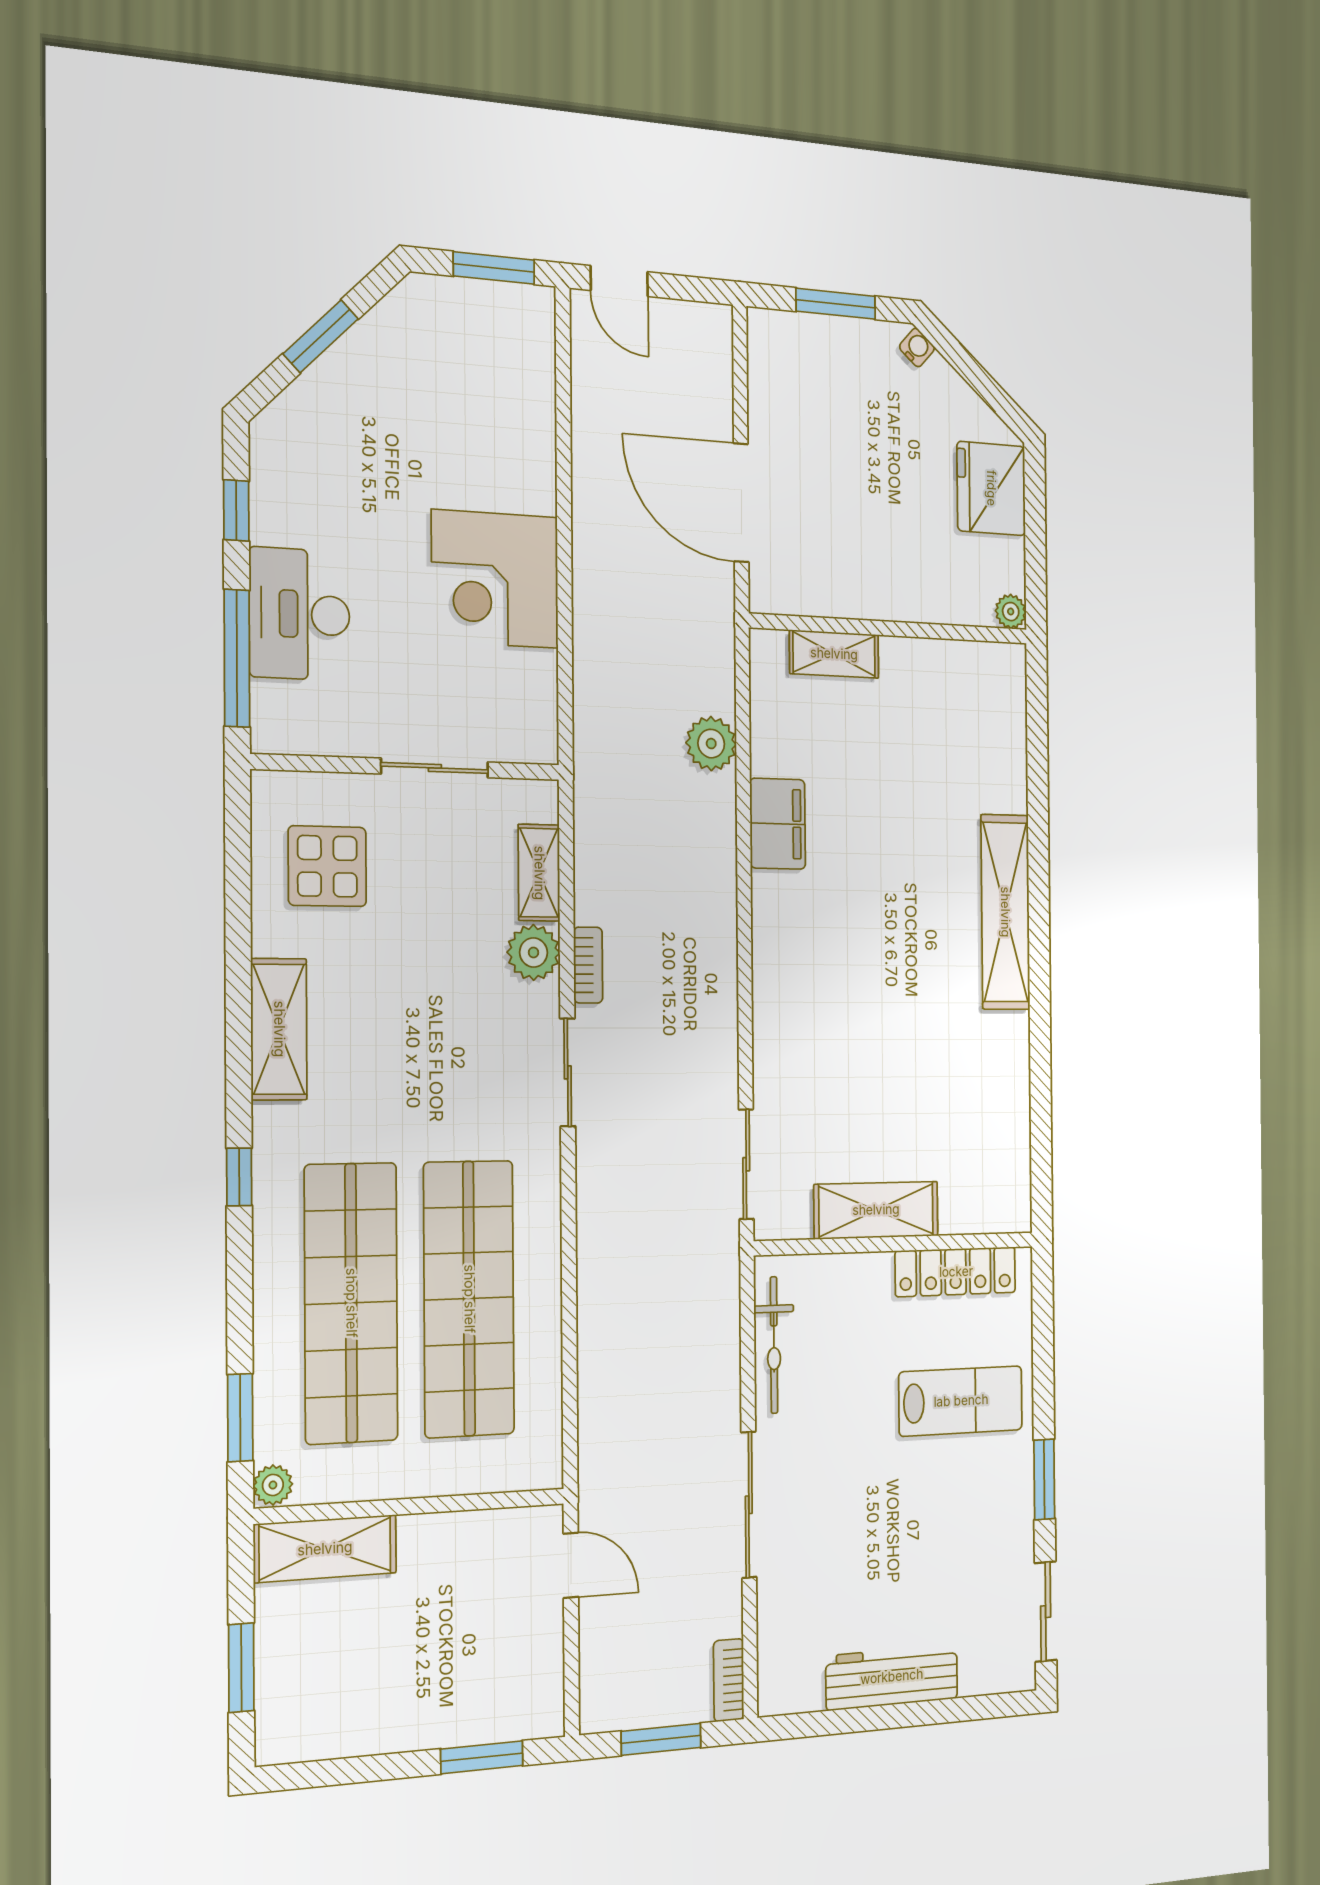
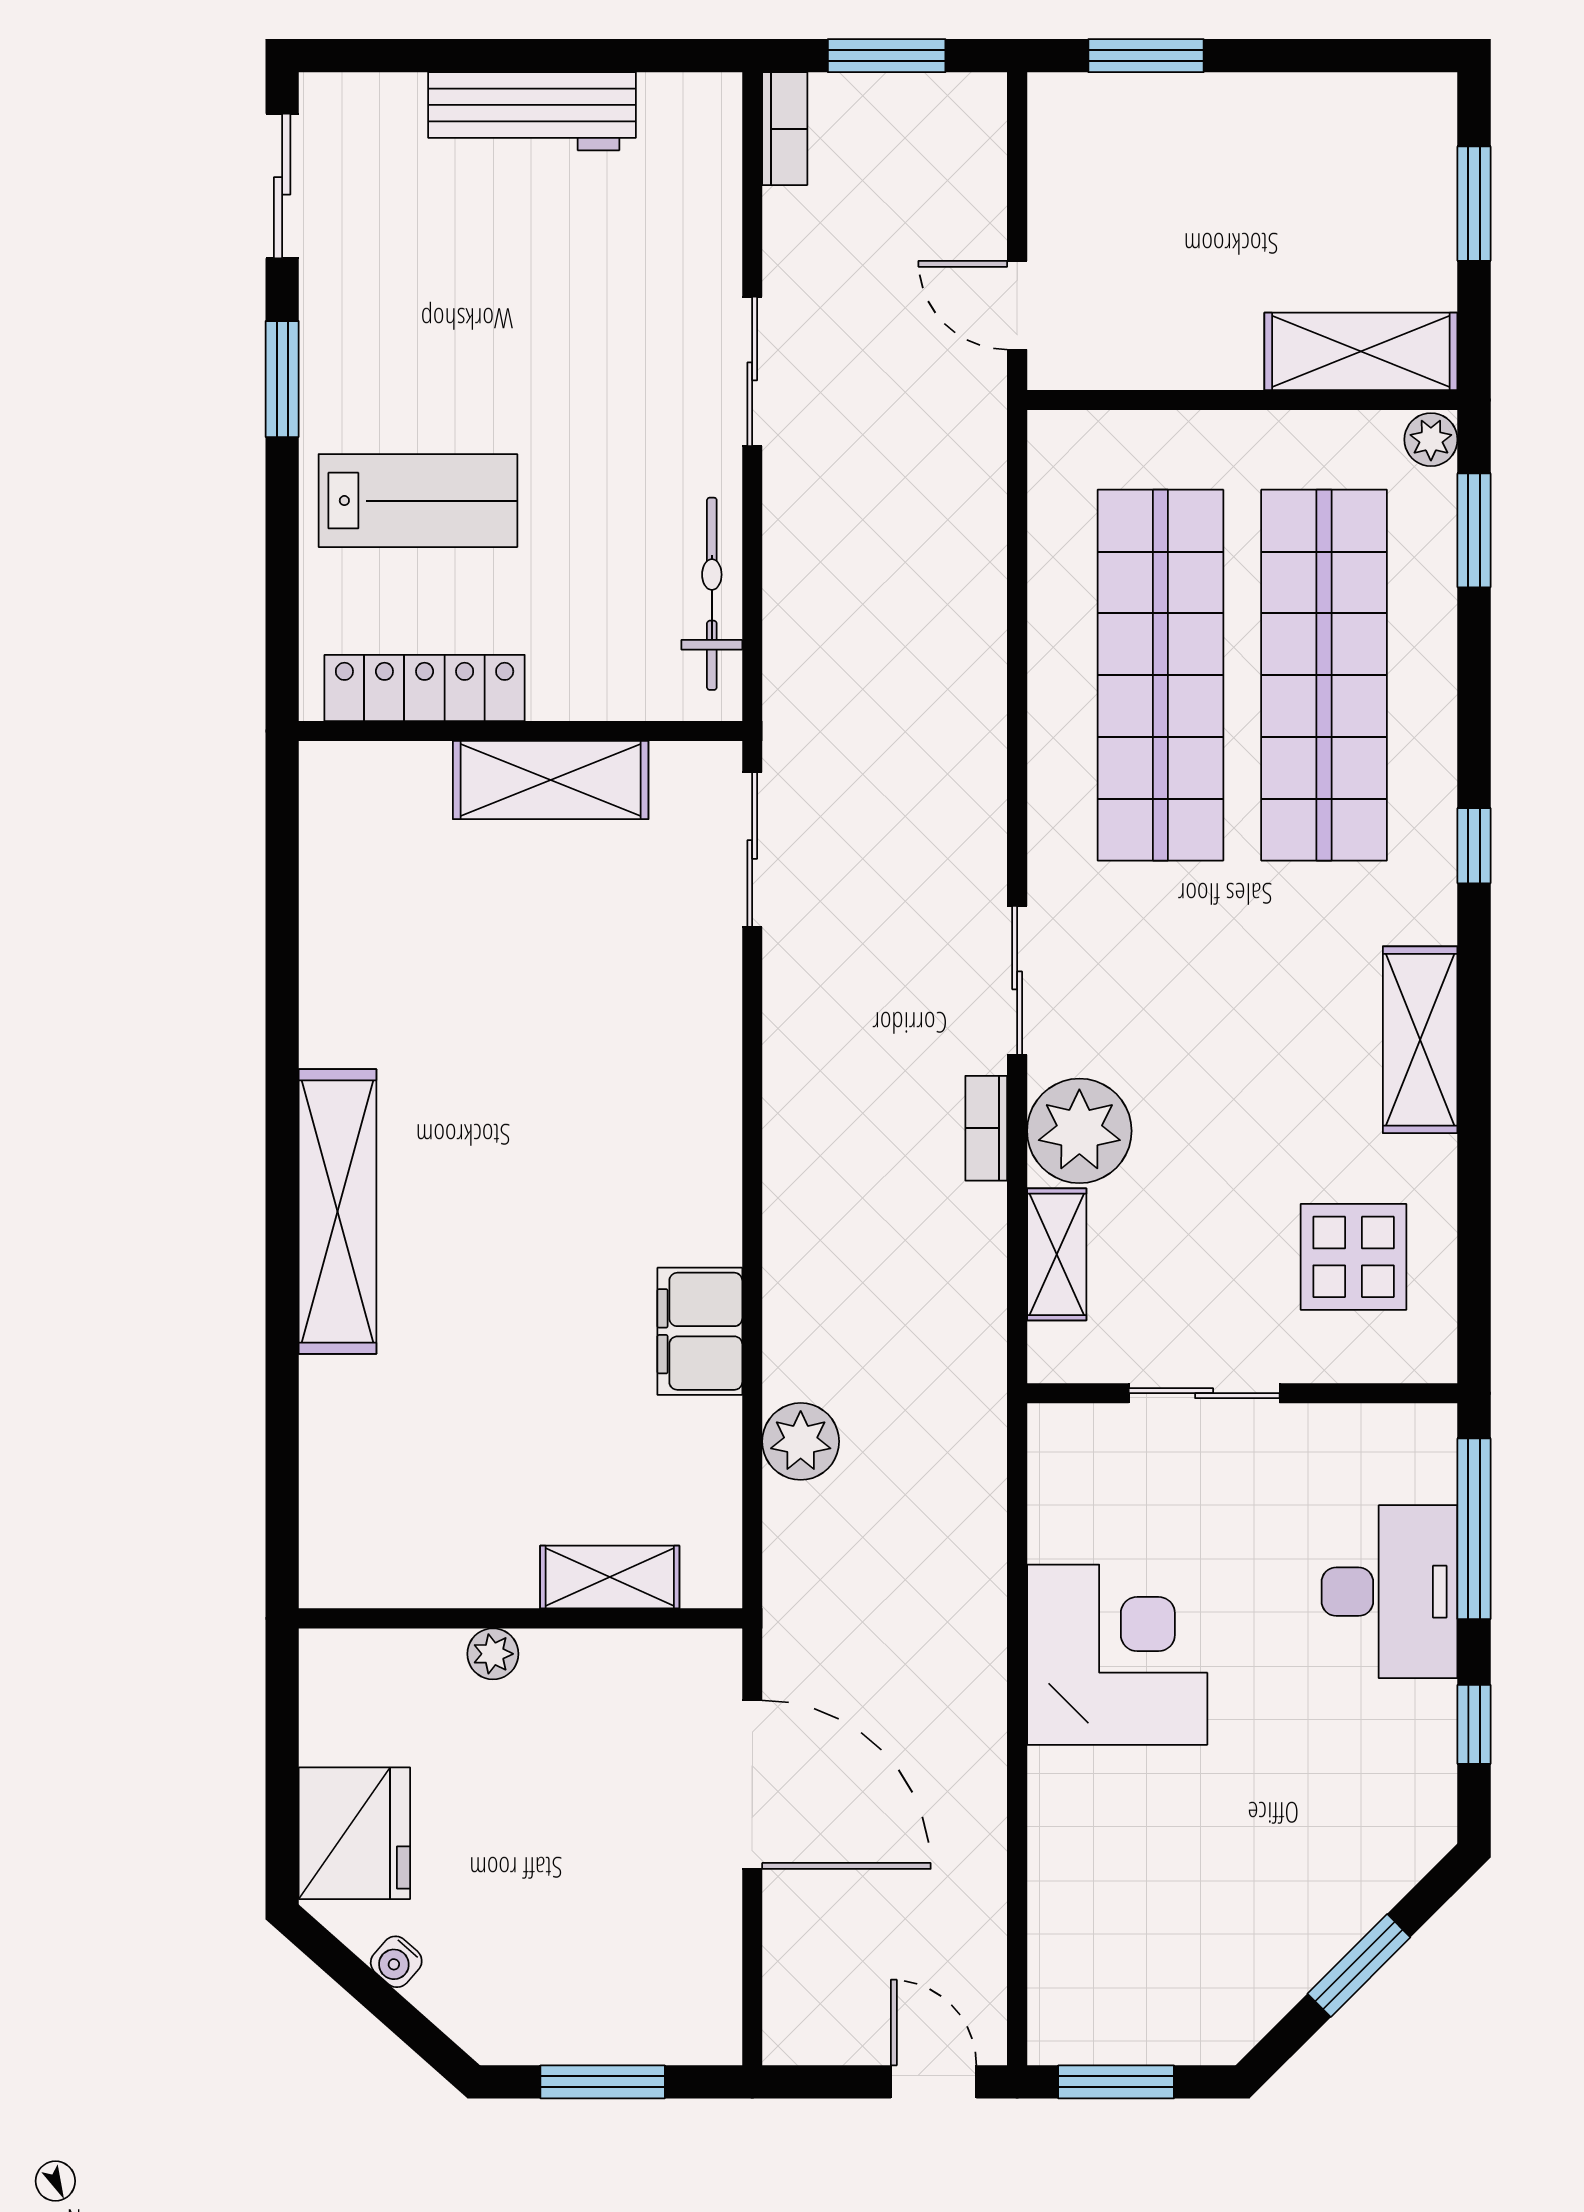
water cooler: (917, 347) -> (396, 1962), moved
plant: (1011, 612) -> (493, 1654), moved
plant: (533, 952) -> (1079, 1131), width x1.36, depth x1.36
lab bench: (961, 1401) -> (418, 501), turned 180
sliding door: (749, 1505) -> (752, 371), width x0.73

